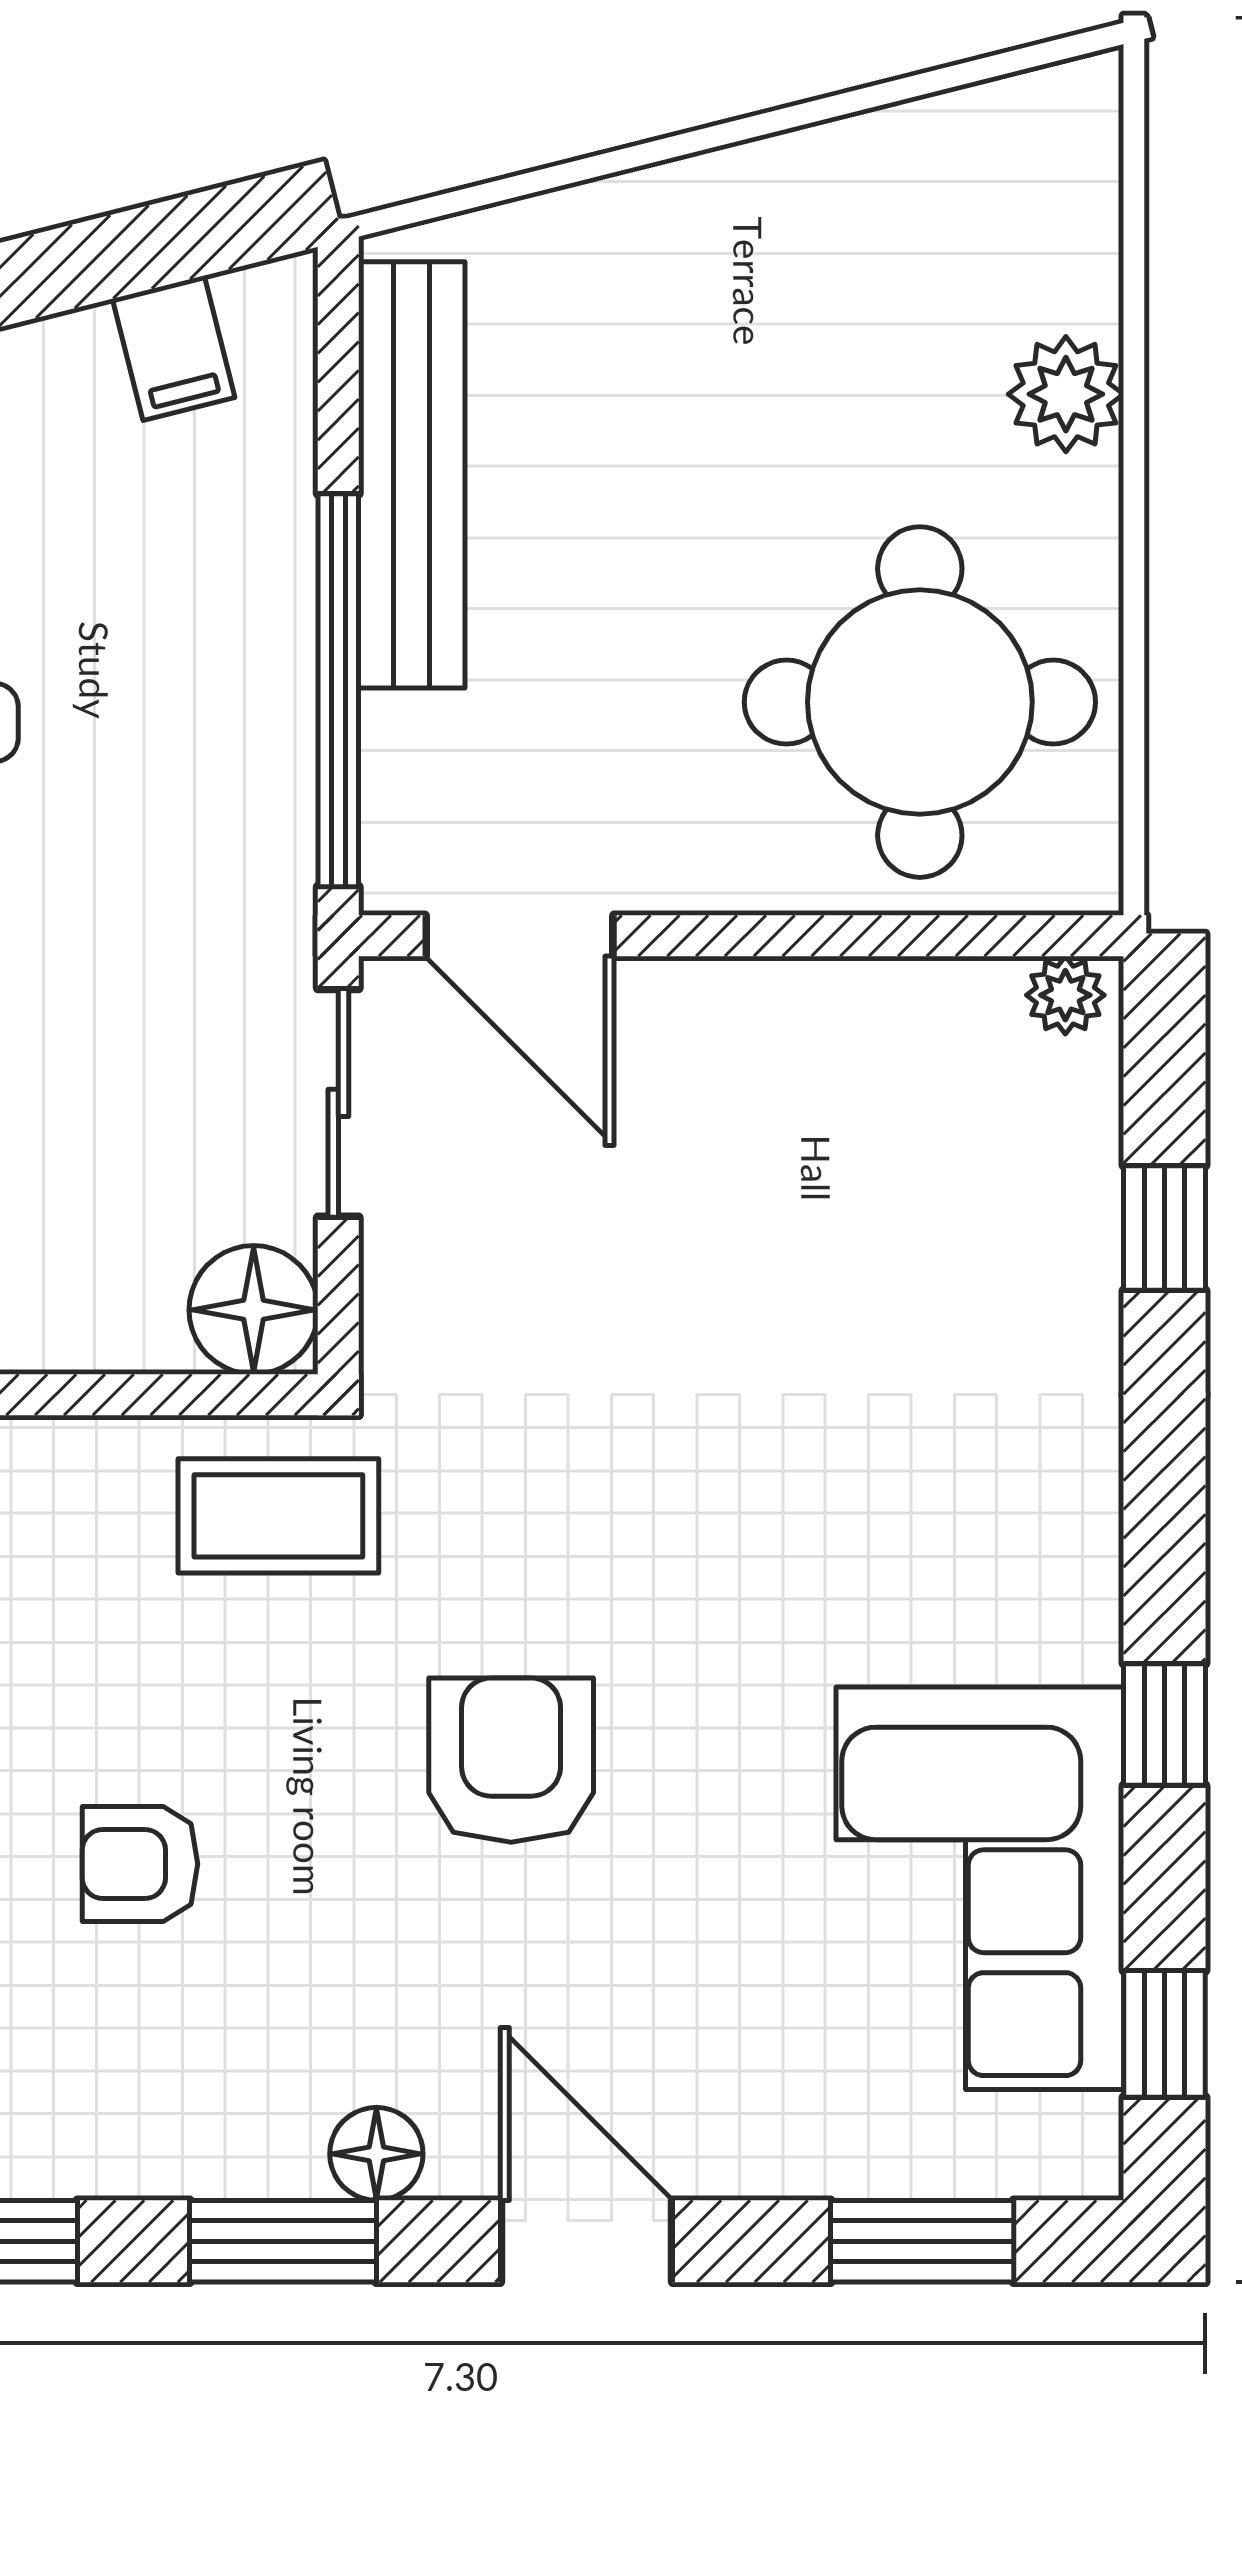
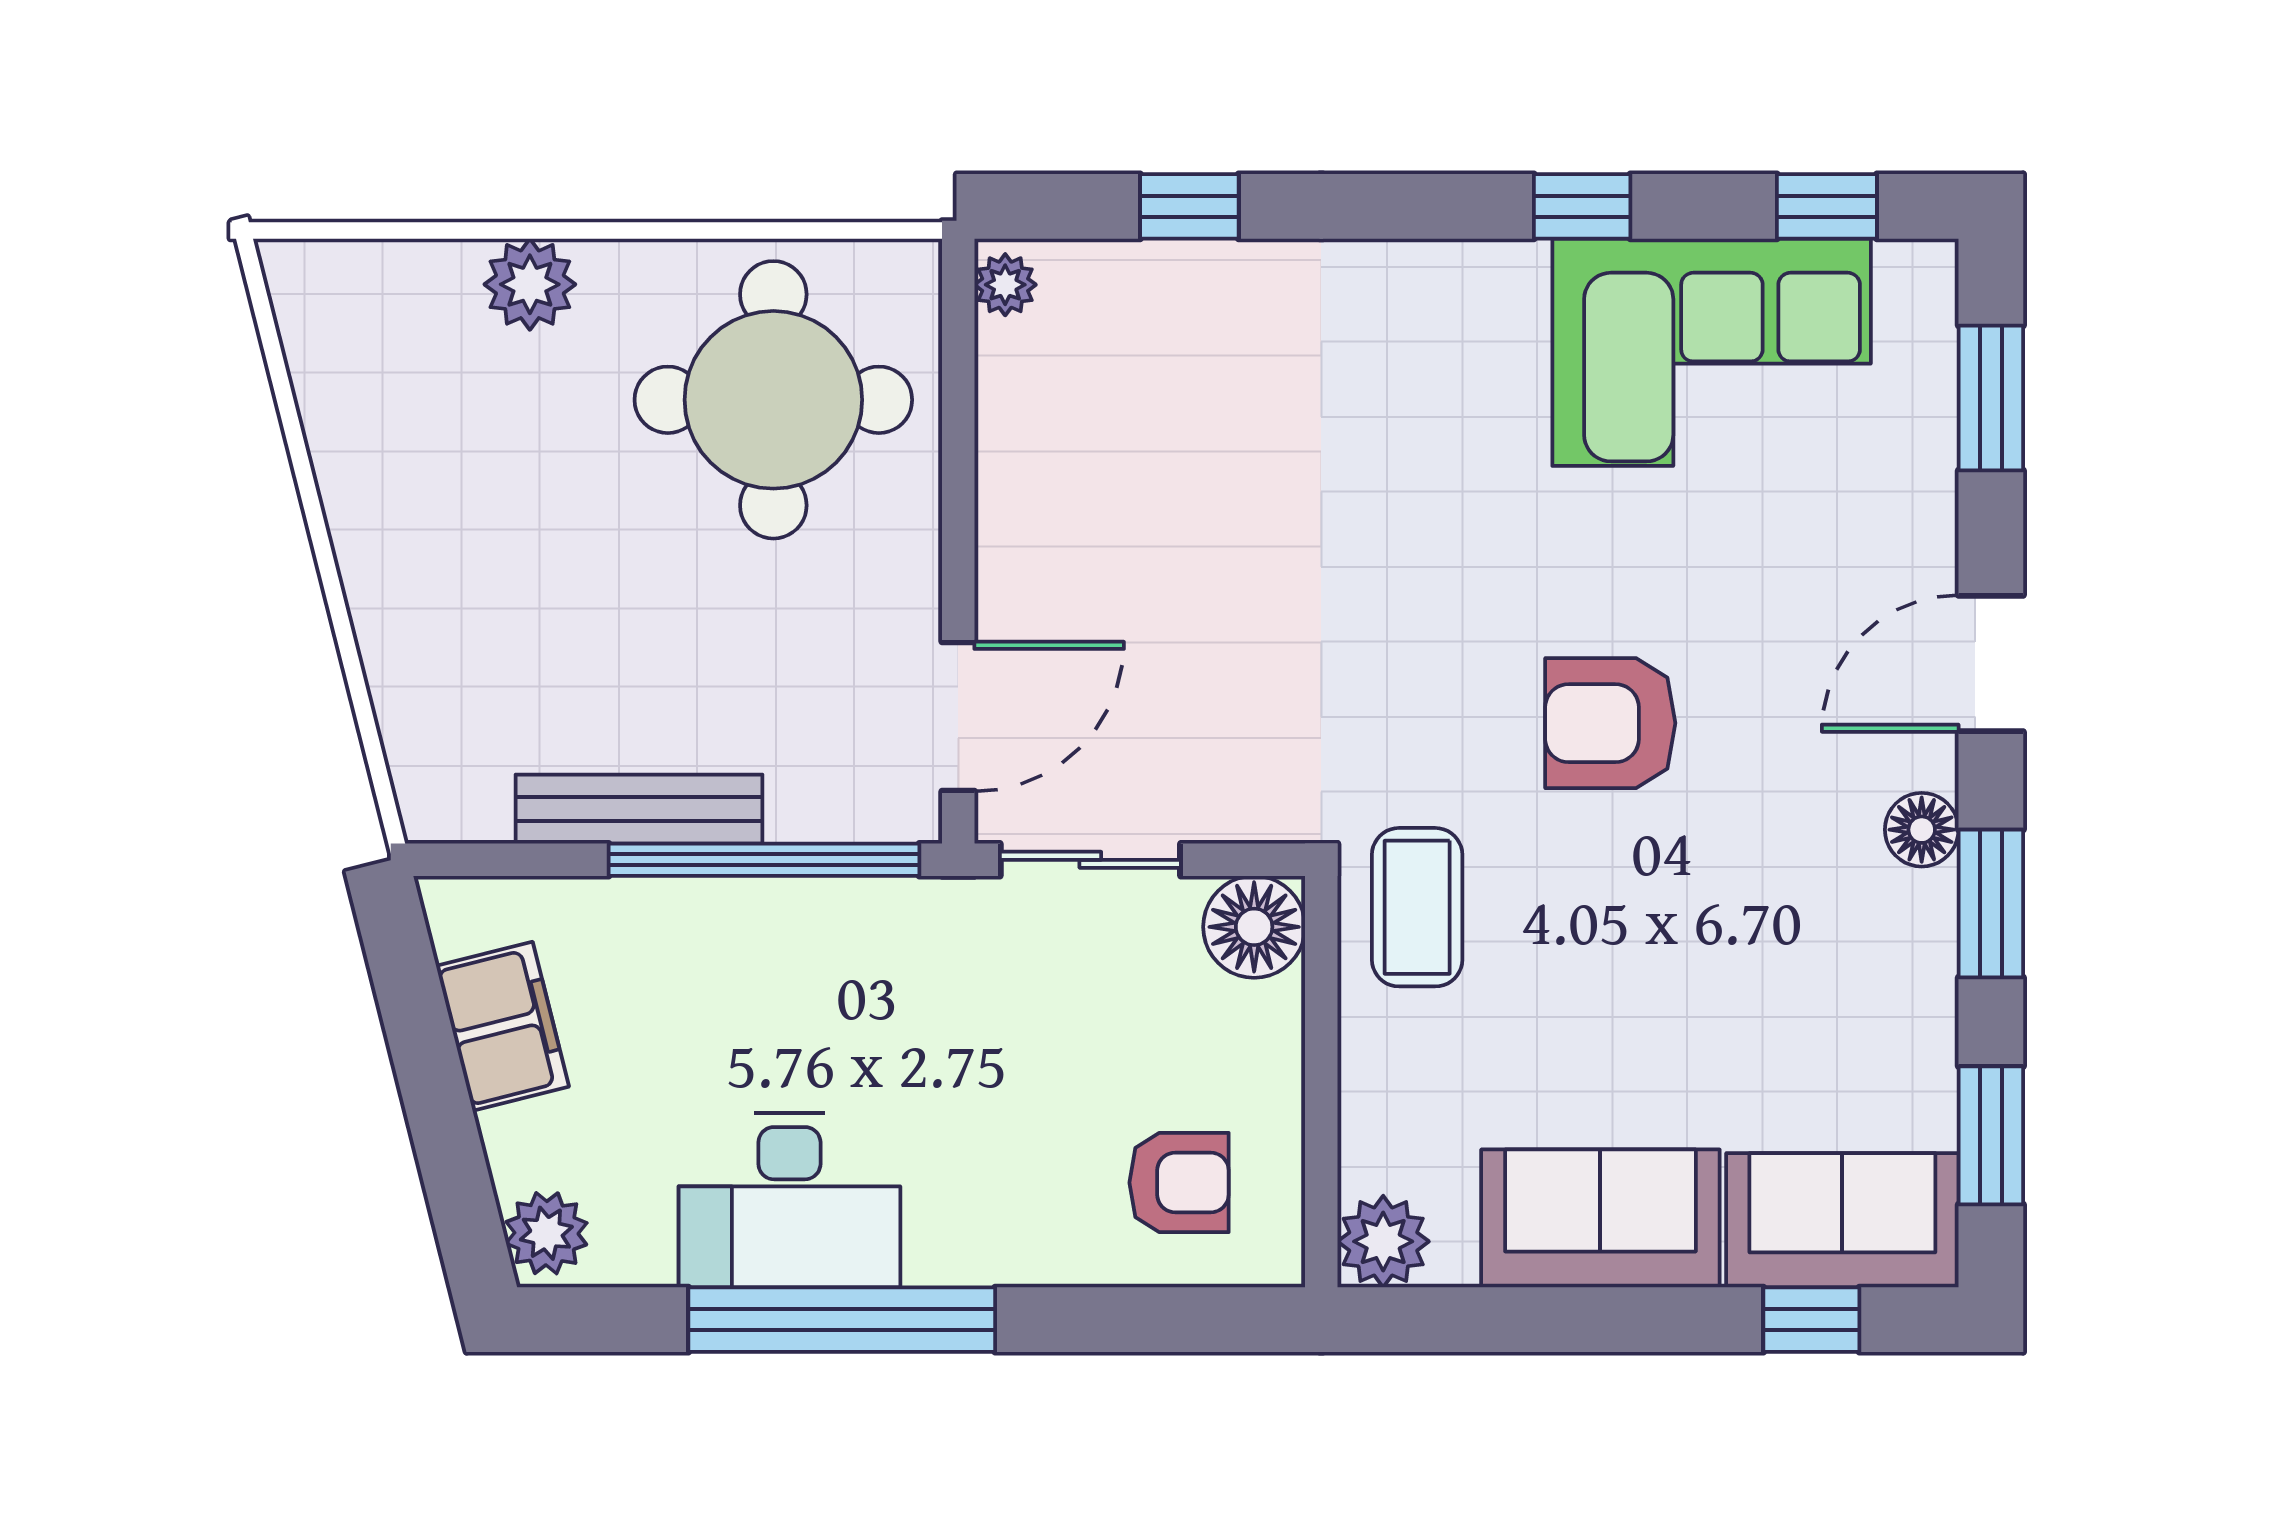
filing cabinet: (174, 348) -> (503, 1026), width x2.00
bench: (412, 475) -> (639, 809), width x0.73, depth x0.82
armchair: (140, 1864) -> (1692, 1017), removed

